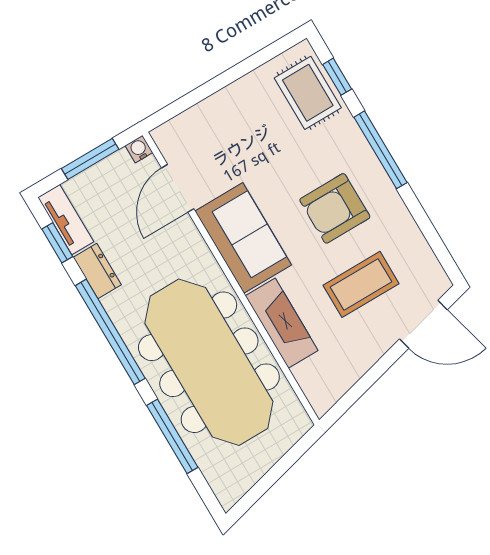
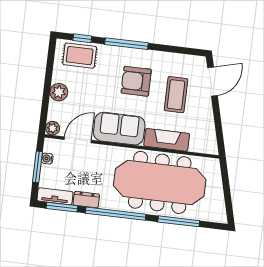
plant: (228, 104) -> (59, 92), added
plant: (166, 136) -> (53, 128), added
water cooler: (139, 149) -> (47, 159), moved
door: (178, 188) -> (78, 140), swing flipped
armchair: (335, 208) -> (136, 81), turned 90
window: (57, 243) -> (62, 207), width x1.50

